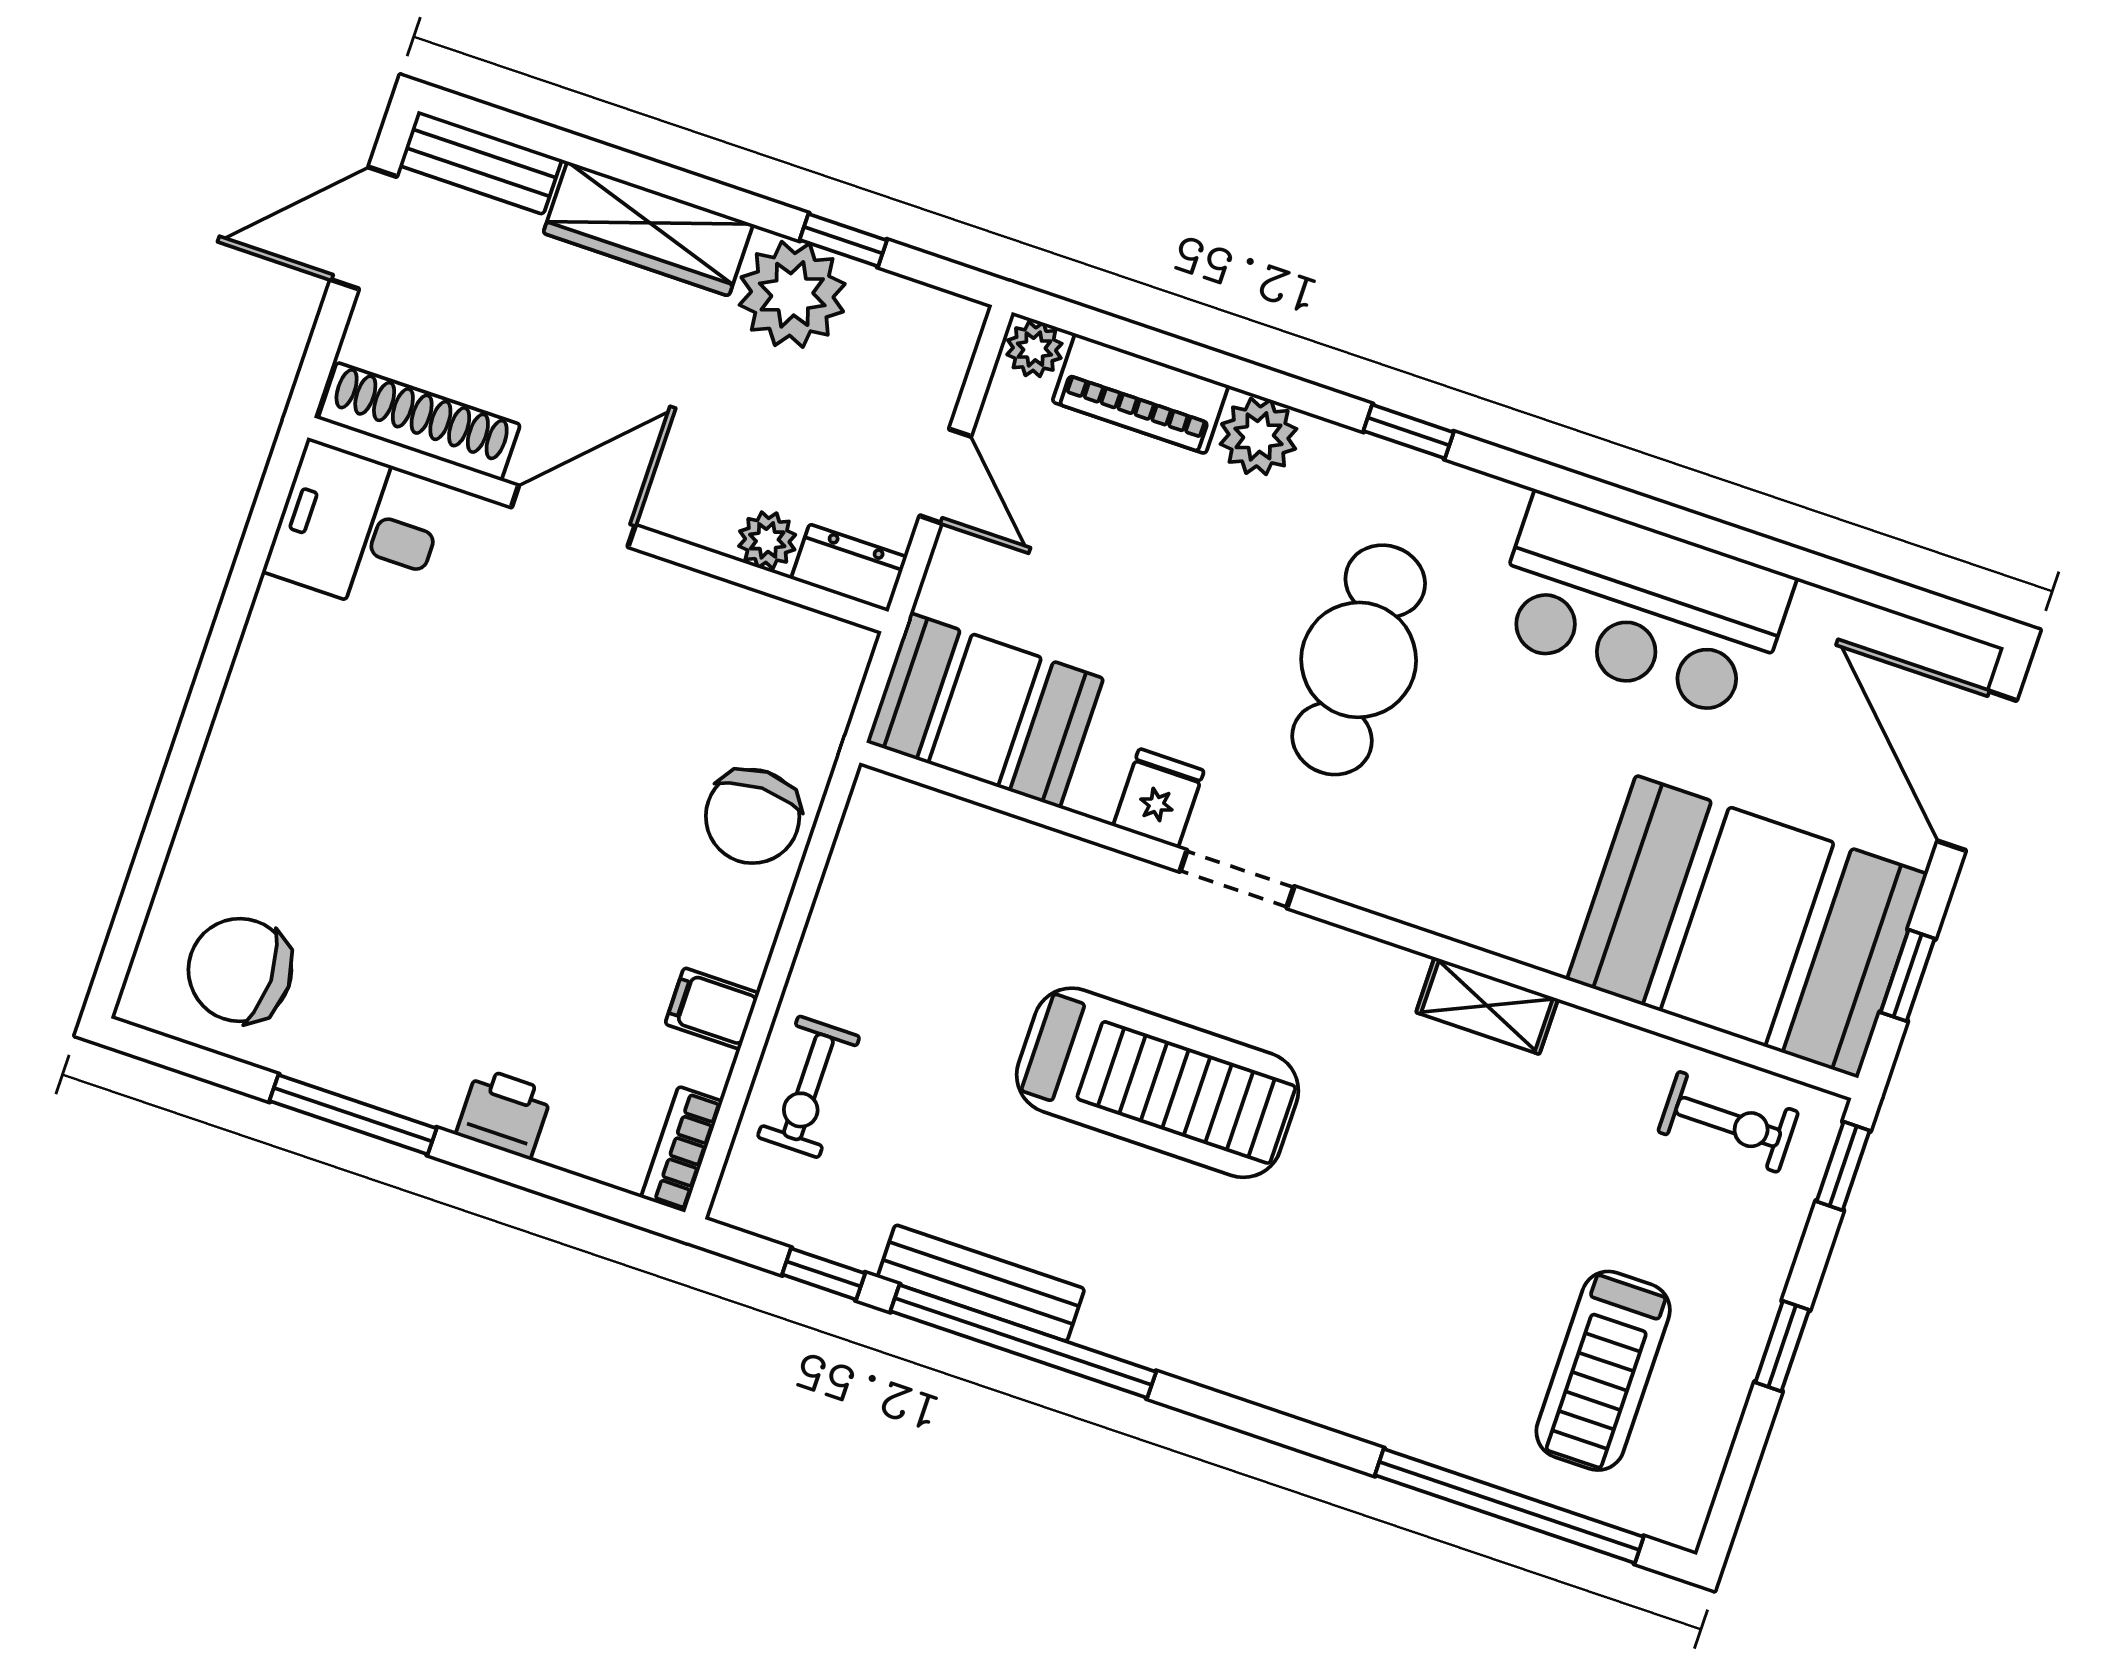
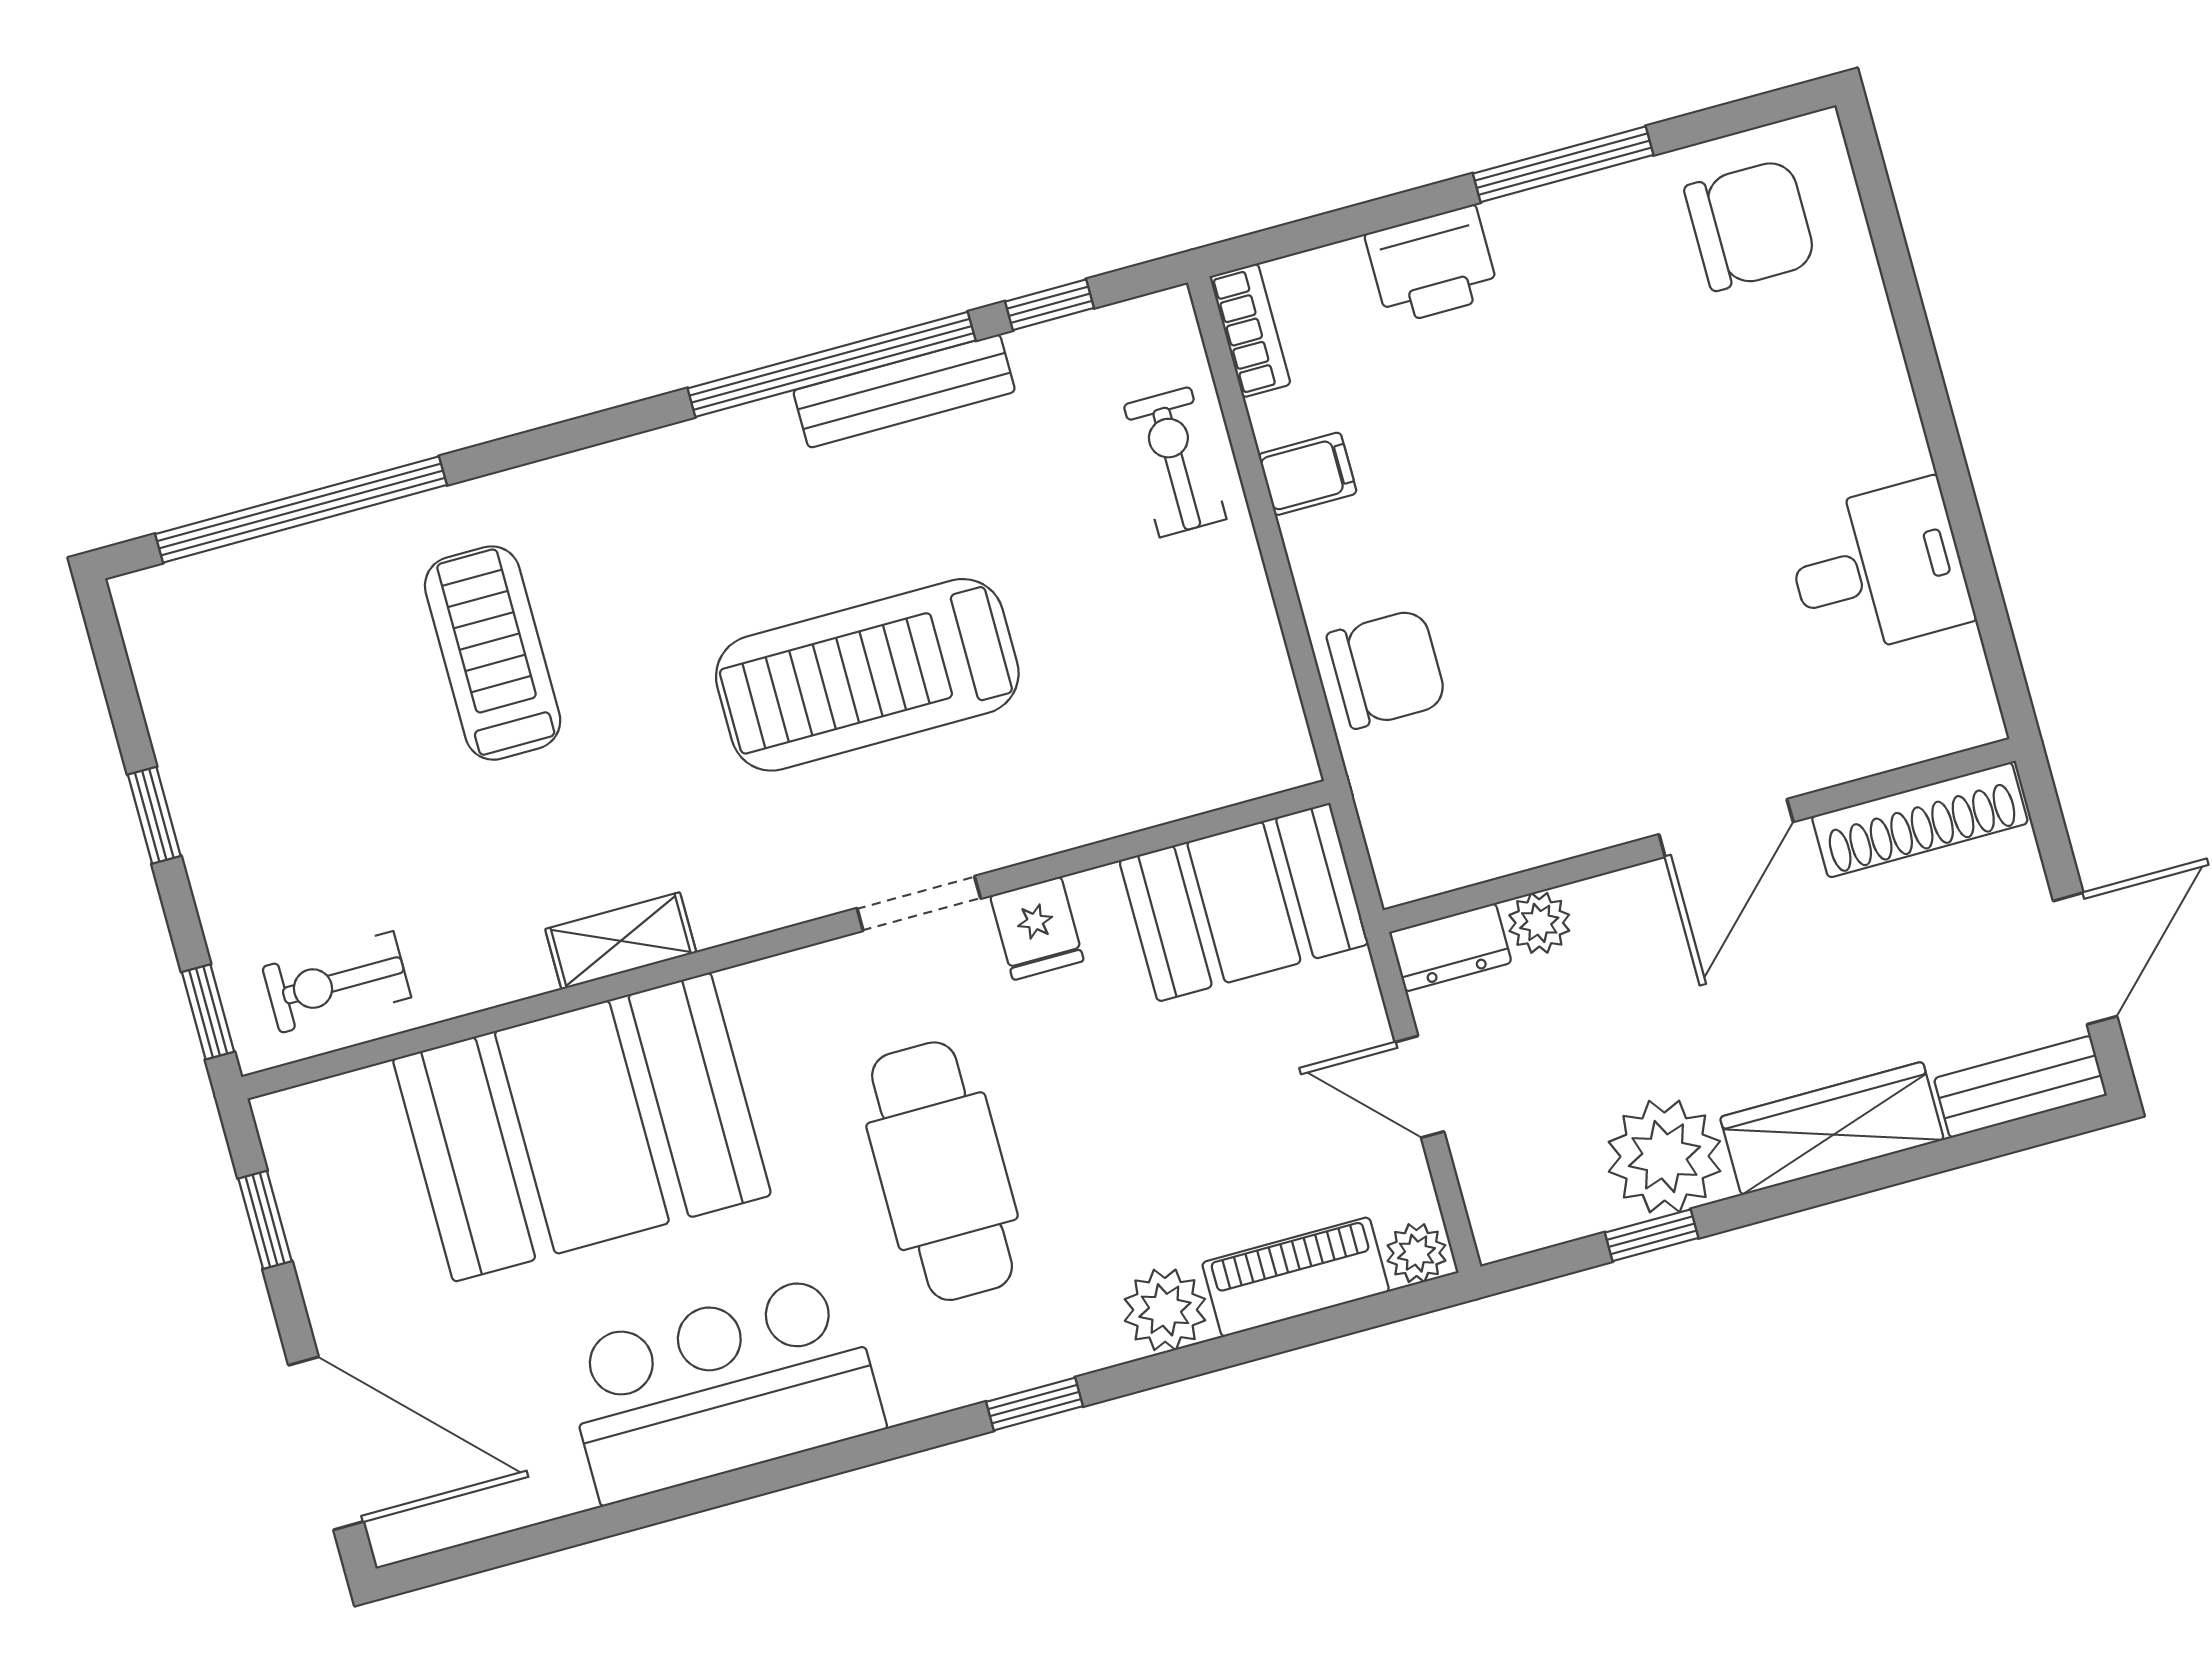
desk: (357, 529) -> (1878, 569), moved
chair: (753, 816) -> (1387, 669), turned 90
booth: (1747, 927) -> (582, 1127), moved
printer: (504, 1113) -> (1432, 265), width x1.36, depth x1.24
treadmill: (1603, 1371) -> (493, 653), moved

